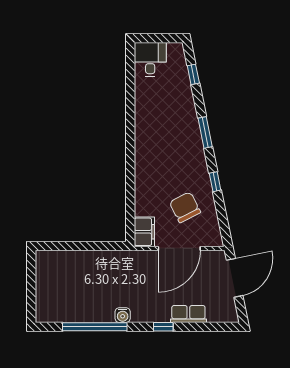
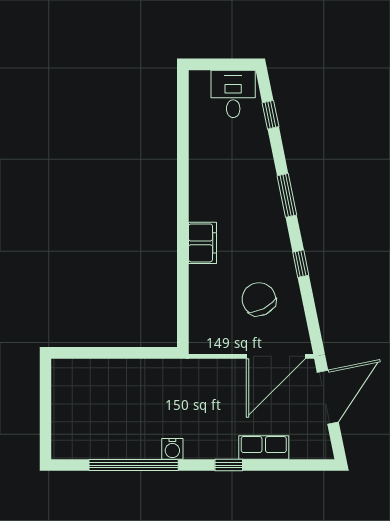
desk: (150, 59) -> (233, 94), moved
filing cabinet: (144, 232) -> (202, 243), moved
door: (179, 248) -> (276, 356), moved

